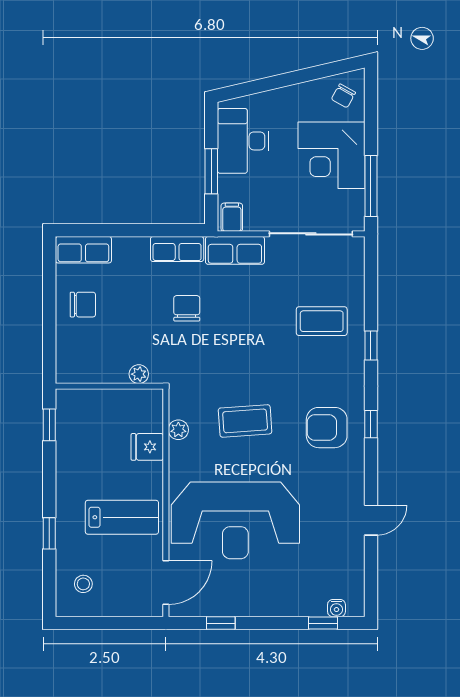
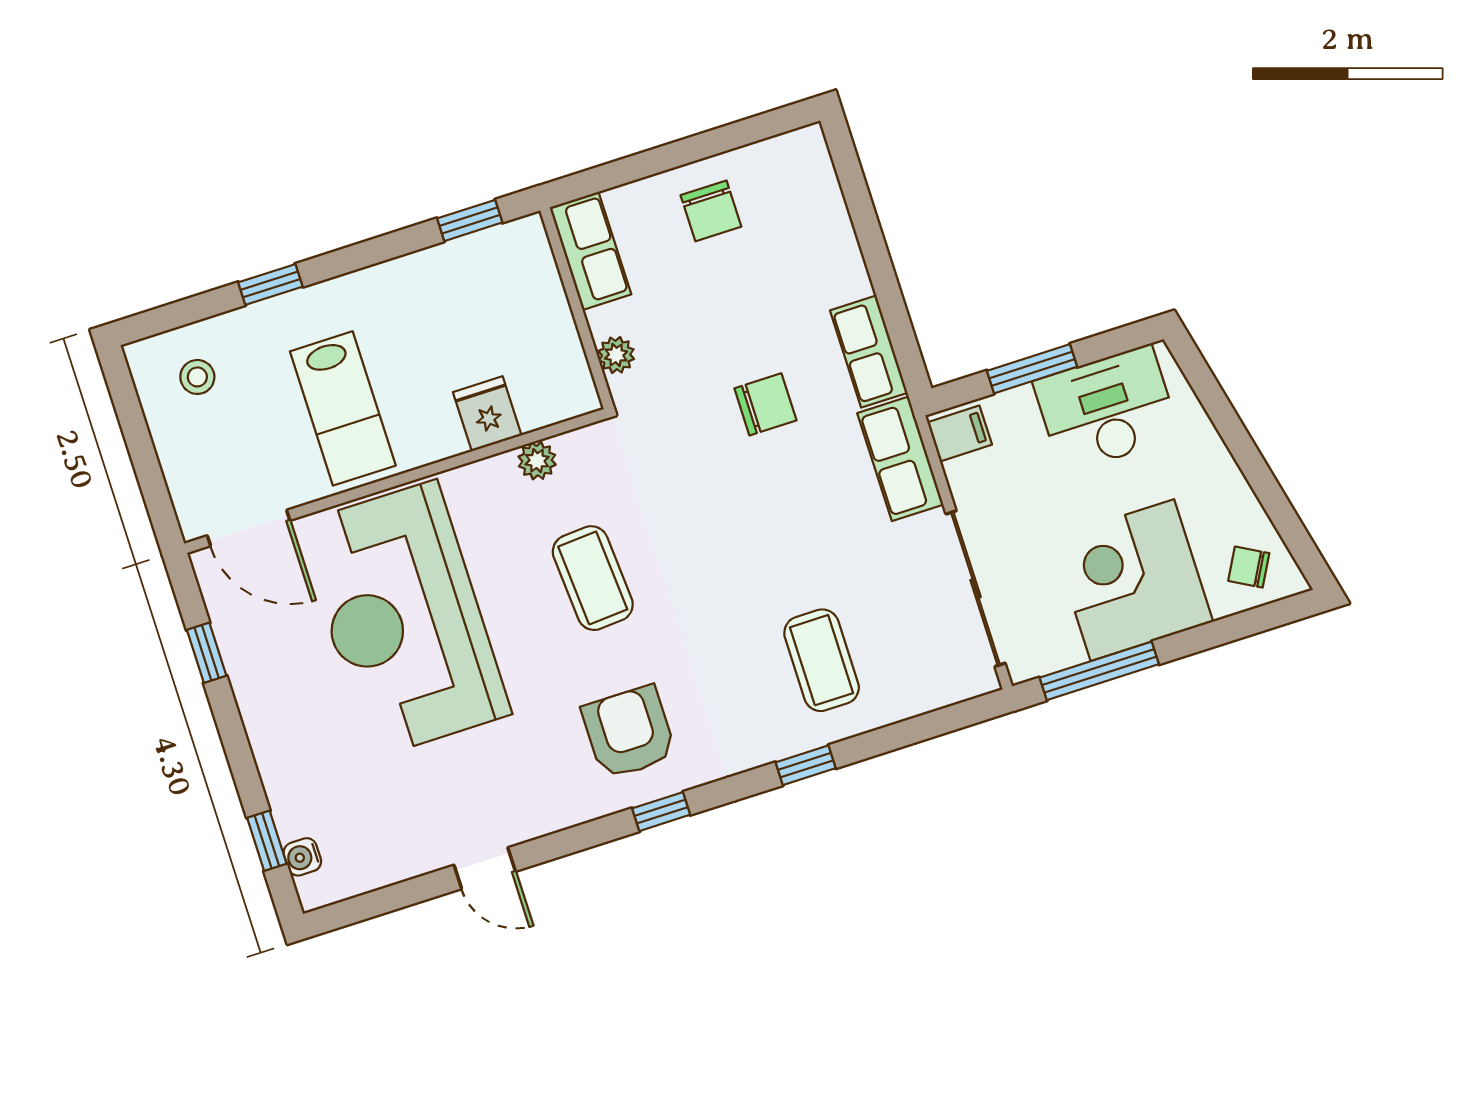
row of seats: (83, 250) -> (590, 251), moved, turned 180

